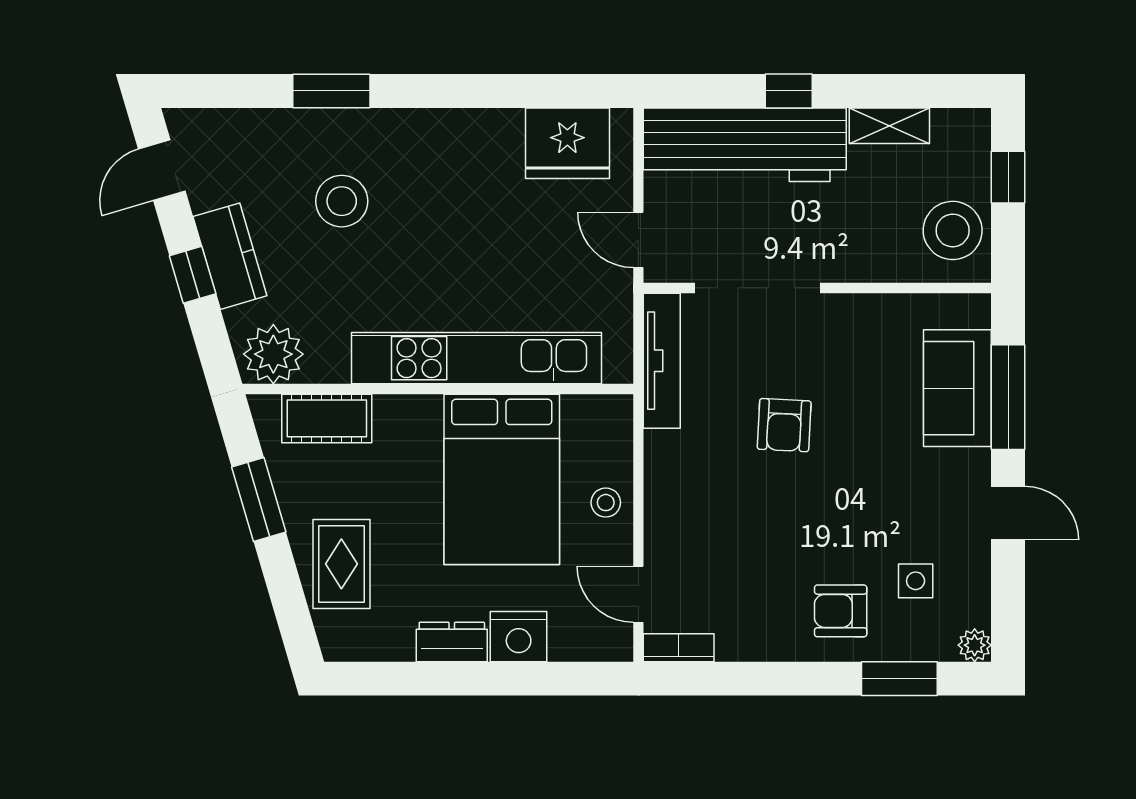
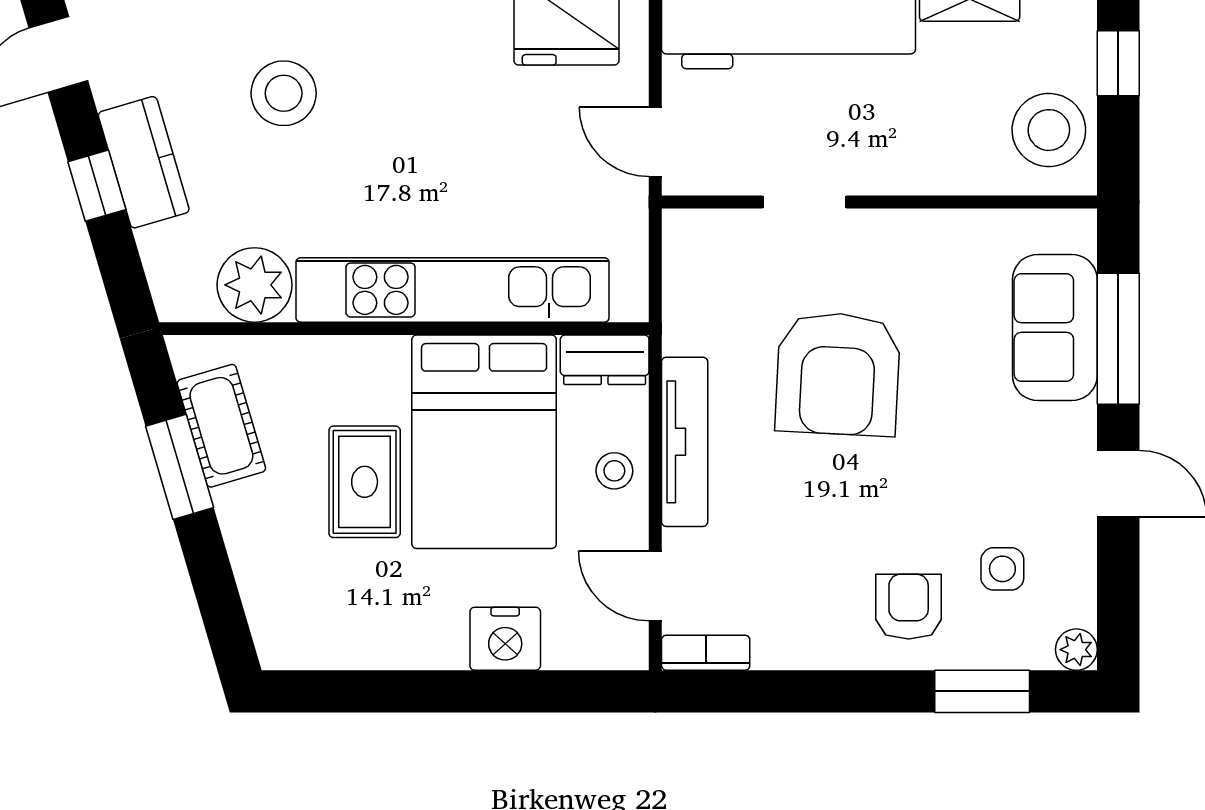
doorway: (757, 288) -> (804, 202), width x0.53
plant: (273, 354) -> (255, 285), moved
tv unit: (662, 361) -> (685, 442), moved
cot: (327, 418) -> (221, 426), moved, turned 74
armchair: (784, 425) -> (838, 374), width x1.88, depth x1.88
rug: (341, 564) -> (365, 482), moved
armchair: (841, 611) -> (909, 607), turned 90
dresser: (452, 642) -> (605, 360), moved, turned 180

